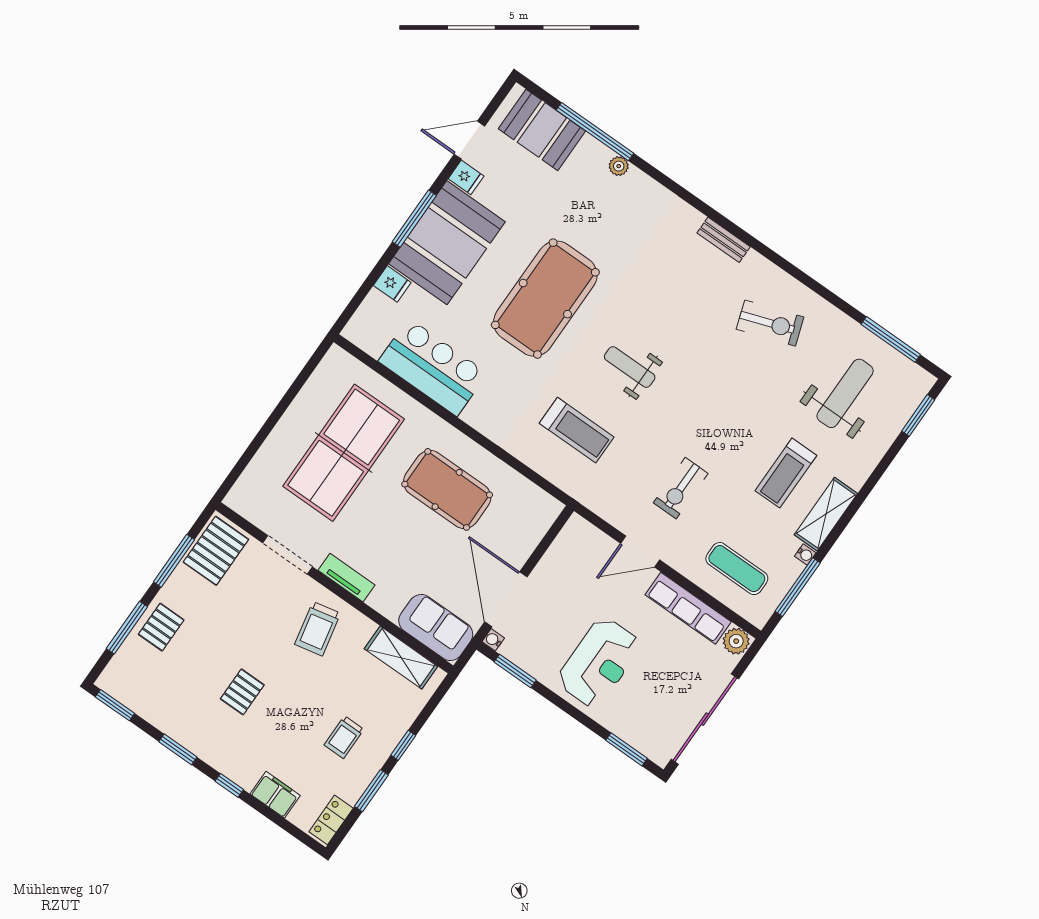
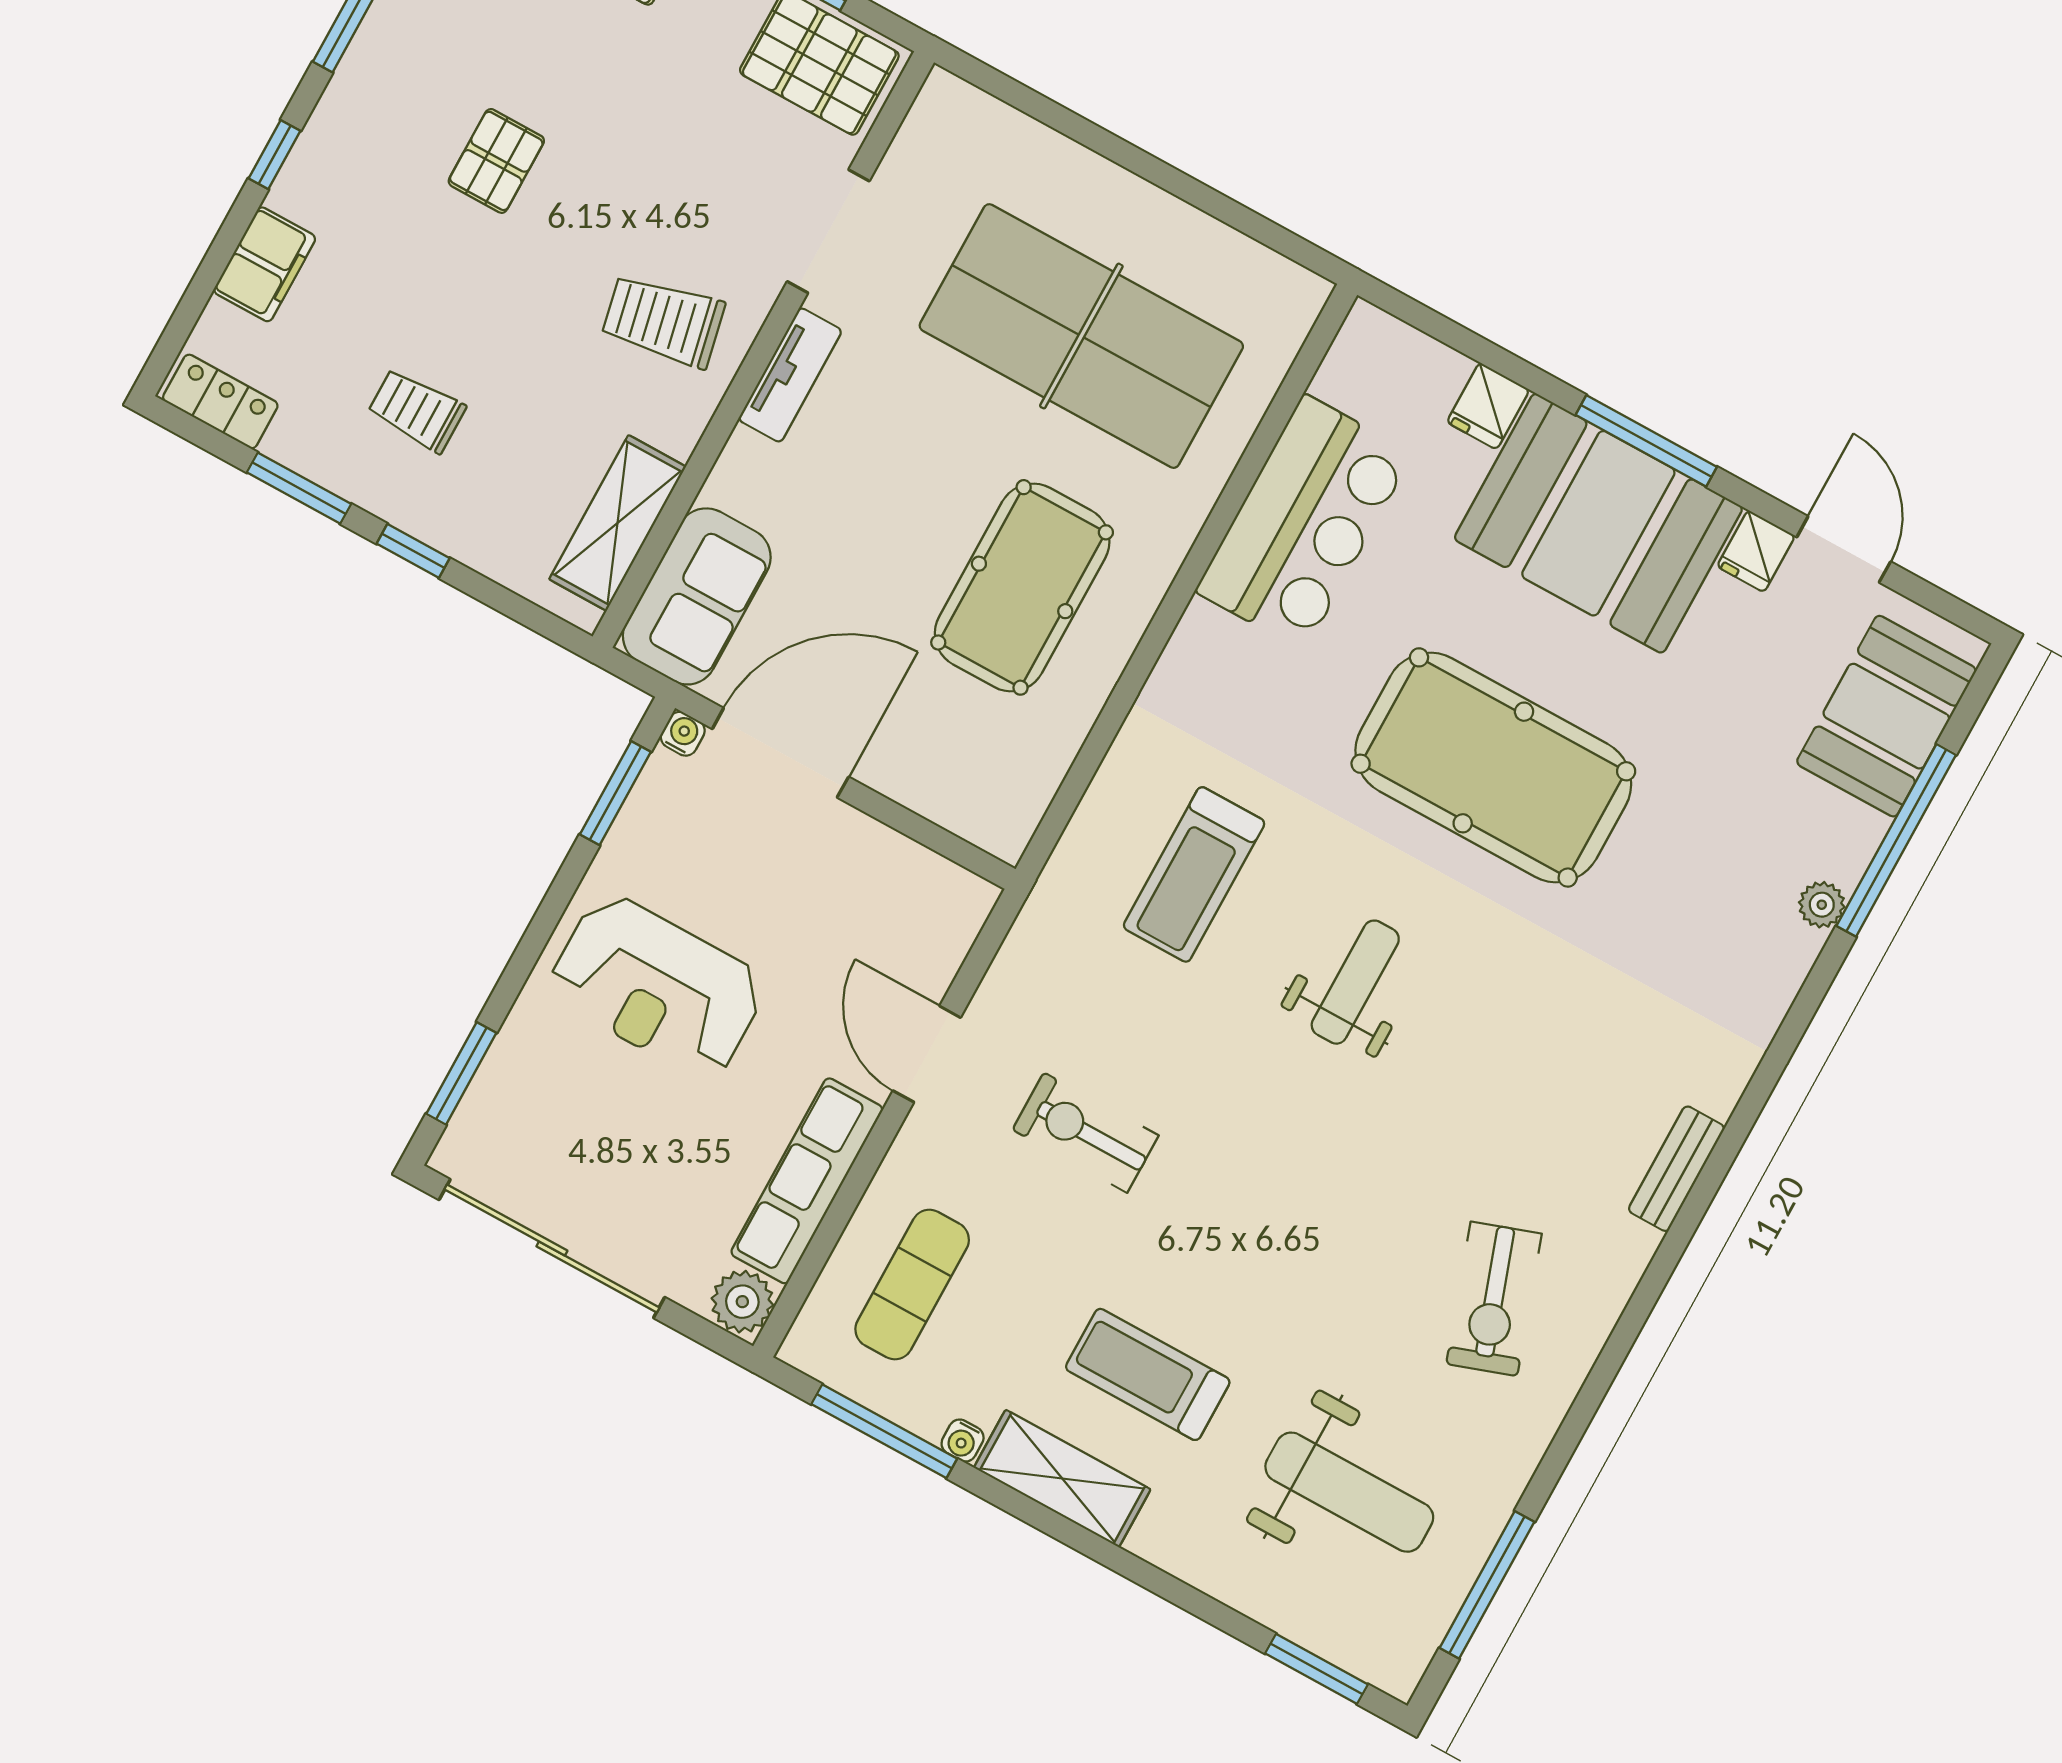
pallet: (242, 692) -> (496, 161), turned 90

